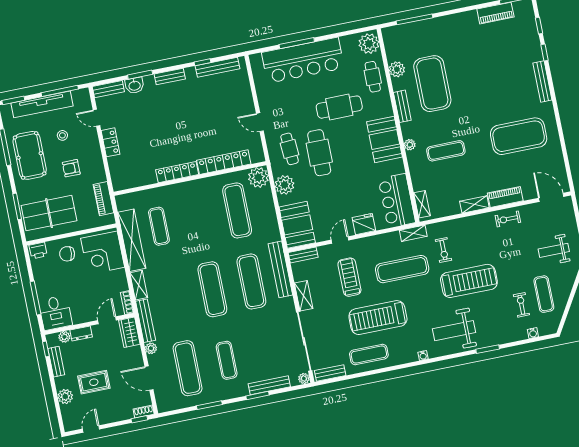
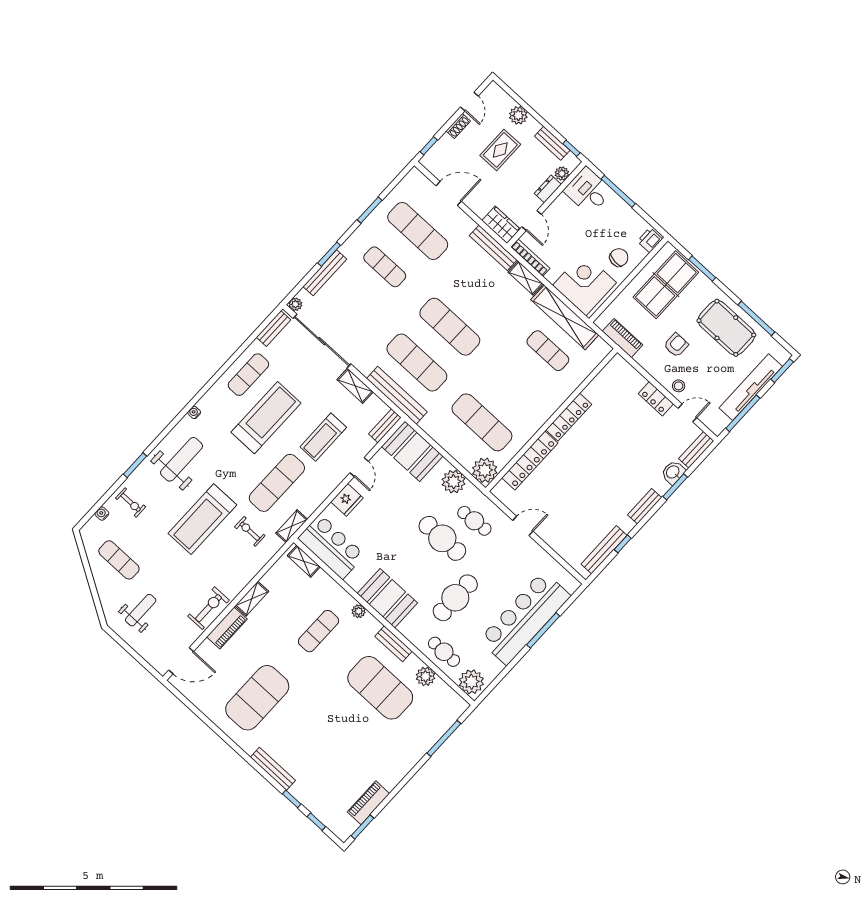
stool: (62, 135) -> (679, 386), moved
exercise bike: (508, 219) -> (208, 608), width x1.38, depth x1.39
treadmill: (349, 277) -> (323, 437), turned 90
bookcase: (127, 303) -> (530, 258), width x1.56
exercise bike: (521, 305) -> (131, 502), moved
plant: (151, 348) -> (468, 224), removed
shoe rack: (144, 412) -> (458, 126), moved

